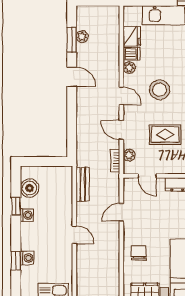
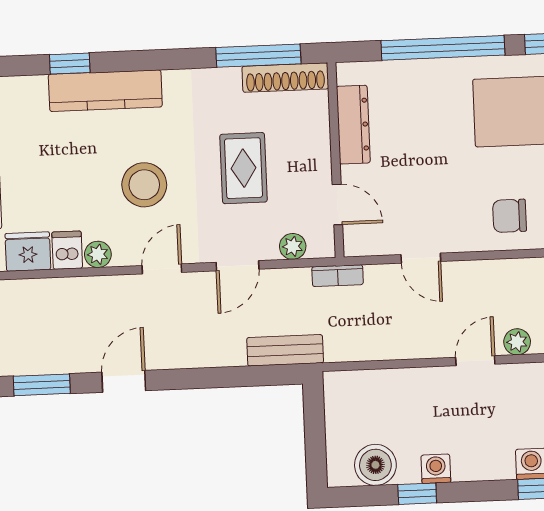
plant: (82, 37) -> (517, 342), moved
bookcase: (115, 161) -> (338, 276), moved
door: (147, 176) -> (337, 204), hinge flipped
bench: (83, 184) -> (285, 350), moved

